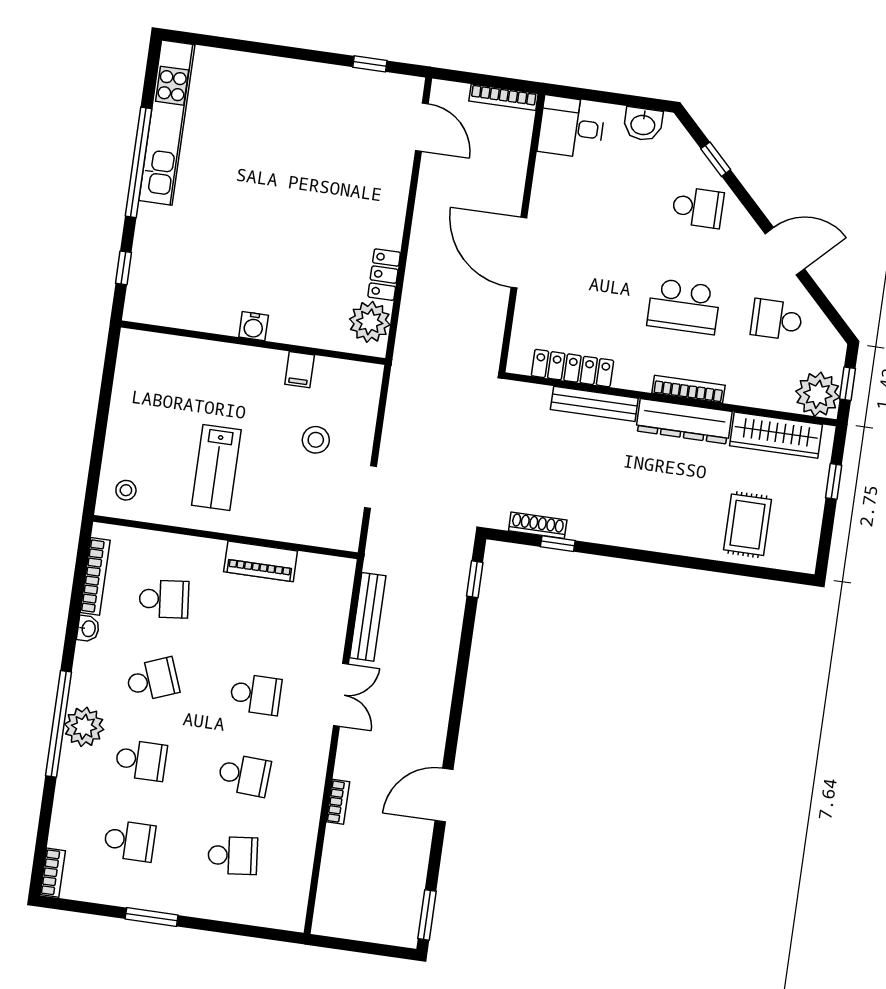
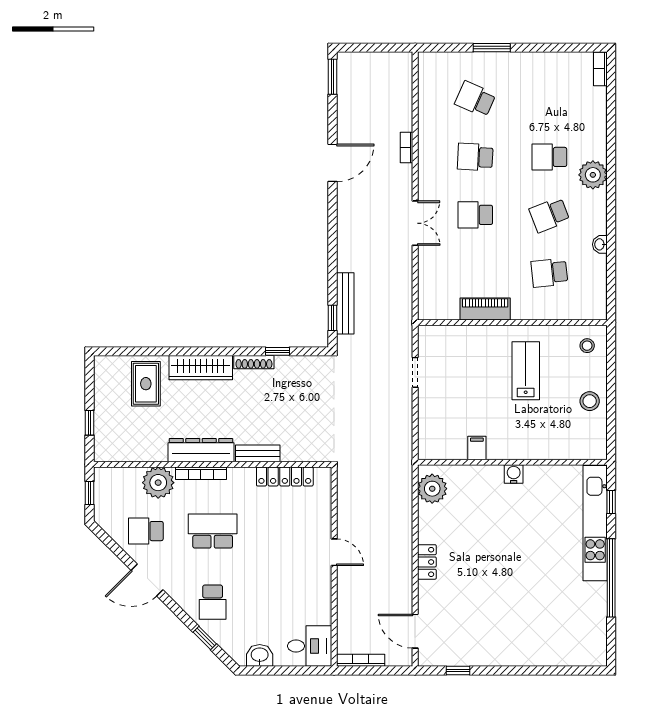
kitchen unit: (167, 123) -> (595, 523), moved
school desk: (698, 207) -> (213, 602), turned -90
door: (519, 253) -> (334, 552), width x0.53
locker: (384, 275) -> (427, 562), moved
school desk: (777, 320) -> (146, 531), turned 180
plant: (818, 394) -> (158, 483), moved
bench: (594, 404) -> (258, 453), width x0.73
wardrobe: (776, 435) -> (201, 368), moved, turned 180
stool: (316, 440) -> (590, 401), moved
shoe rack: (538, 525) -> (254, 362), moved
bookcase: (95, 576) -> (600, 282), removed
bench: (368, 617) -> (345, 303), moved
double door: (341, 695) -> (415, 223), swing flipped
window: (59, 724) -> (611, 174), removed
school desk: (130, 841) -> (549, 99), removed
school desk: (233, 856) -> (475, 99), turned 30
window: (152, 917) -> (492, 48), moved

